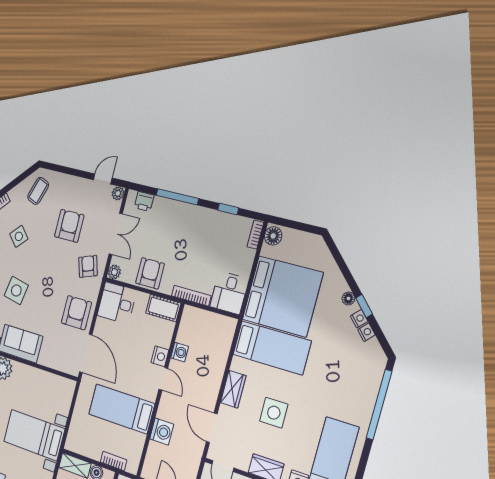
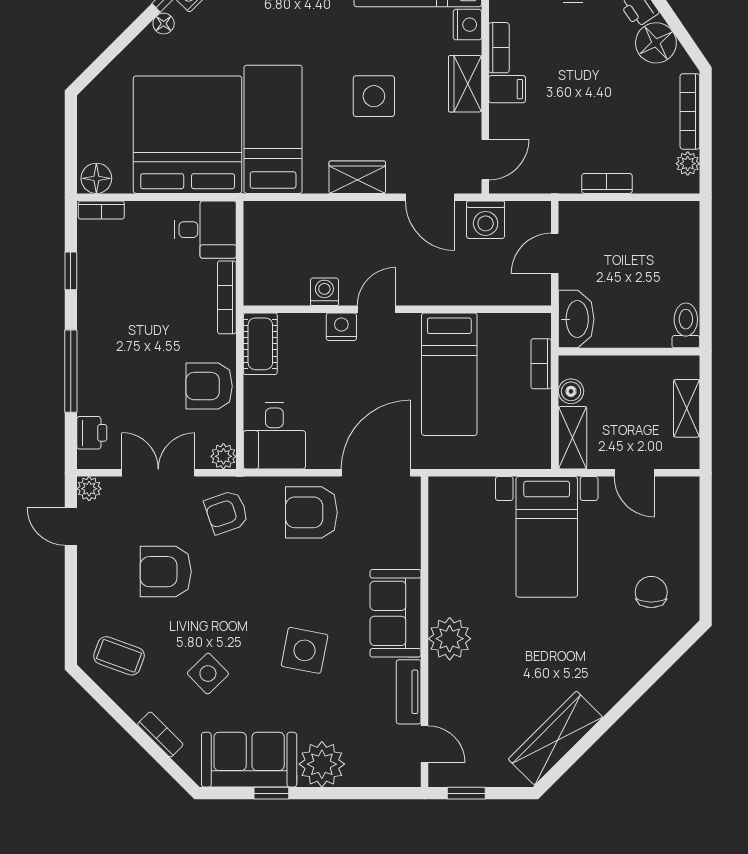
door: (212, 428) -> (430, 197), hinge flipped
washing machine: (162, 432) -> (486, 220), moved, turned 180

